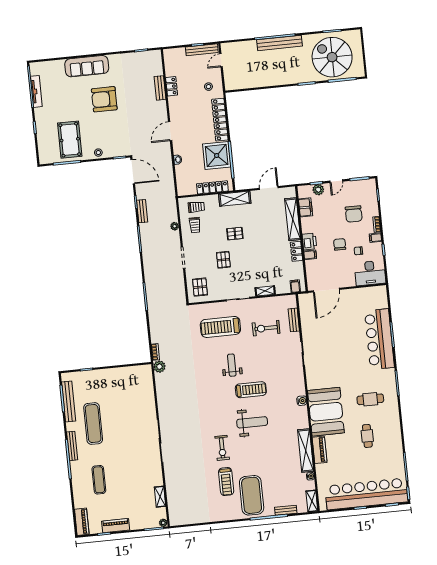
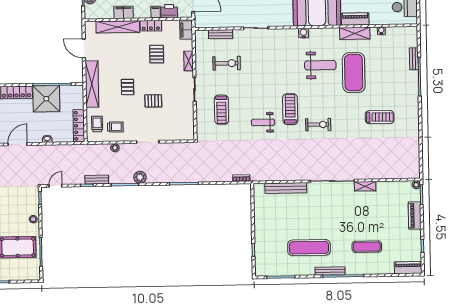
door: (170, 131) -> (18, 144), swing flipped
door: (133, 172) -> (56, 186), width x0.53
locker: (212, 187) -> (79, 126), moved
shelving: (235, 199) -> (92, 84), width x1.47
filing cabinet: (305, 207) -> (124, 12), moved
printer: (309, 242) -> (169, 11), moved
filing cabinet: (295, 286) -> (186, 30), width x2.00
pallet: (200, 287) -> (157, 54), moved, turned 90
treadmill: (220, 327) -> (221, 110), width x0.73, depth x0.73
exercise bike: (266, 328) -> (227, 63), turned -90
weight bench: (232, 365) -> (263, 122), moved
plant: (159, 367) -> (140, 177), moved
treadmill: (251, 390) -> (290, 109), moved
bench: (69, 401) -> (286, 188), moved
weight bench: (252, 422) -> (320, 65), moved, turned 90
exercise bike: (222, 448) -> (318, 124), moved
shelving: (306, 451) -> (355, 33), width x0.68
exercise mat: (252, 495) -> (354, 73), moved, turned 90
shelving: (160, 497) -> (365, 186), moved
shelving: (312, 501) -> (407, 31), removed
piano: (116, 526) -> (415, 216), moved

